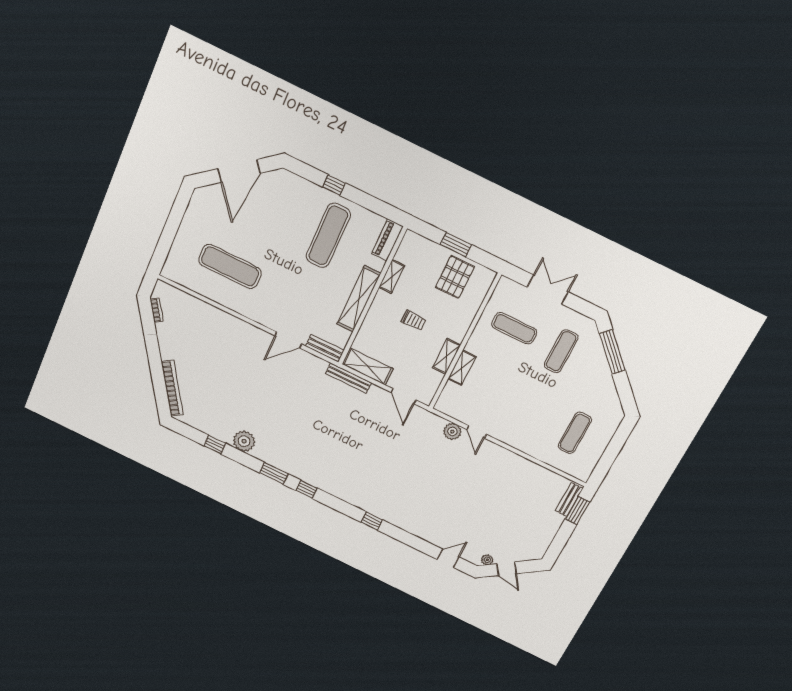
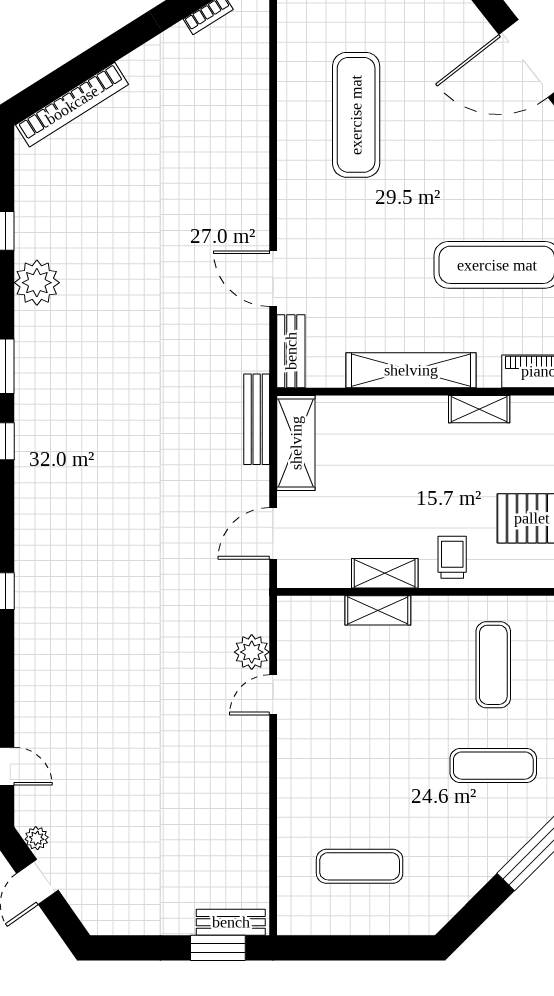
trolley: (414, 320) -> (452, 557), moved, turned 180

